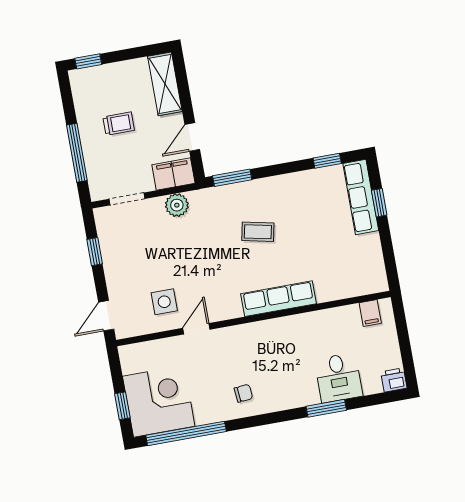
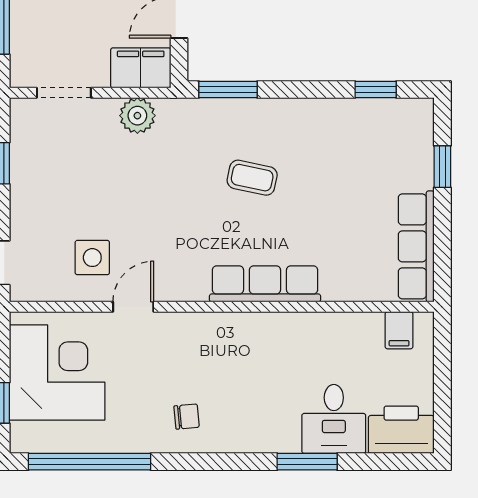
row of seats: (361, 197) -> (416, 246), moved
printer: (394, 380) -> (401, 430), width x1.87, depth x1.48
corner desk: (159, 401) -> (57, 372), moved

